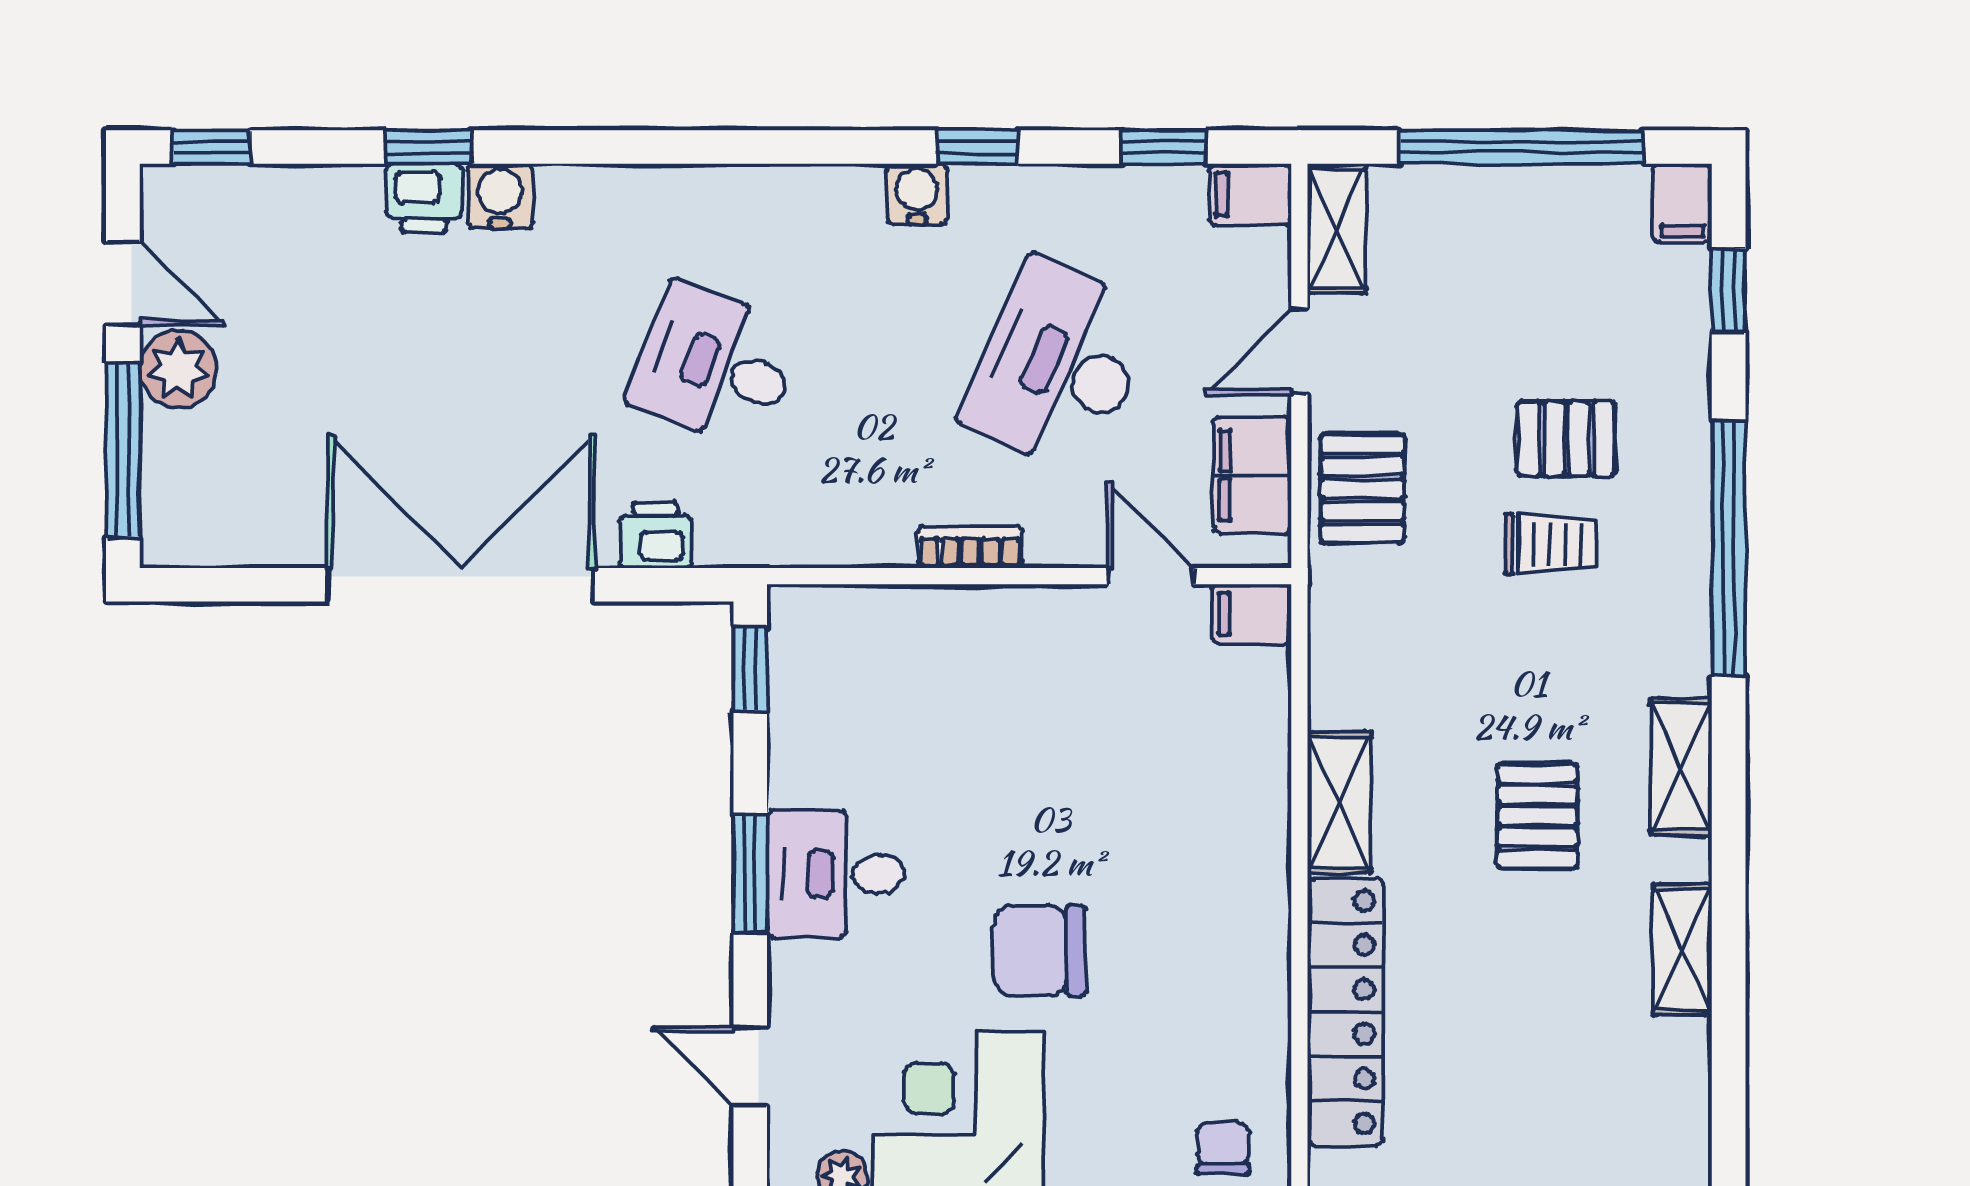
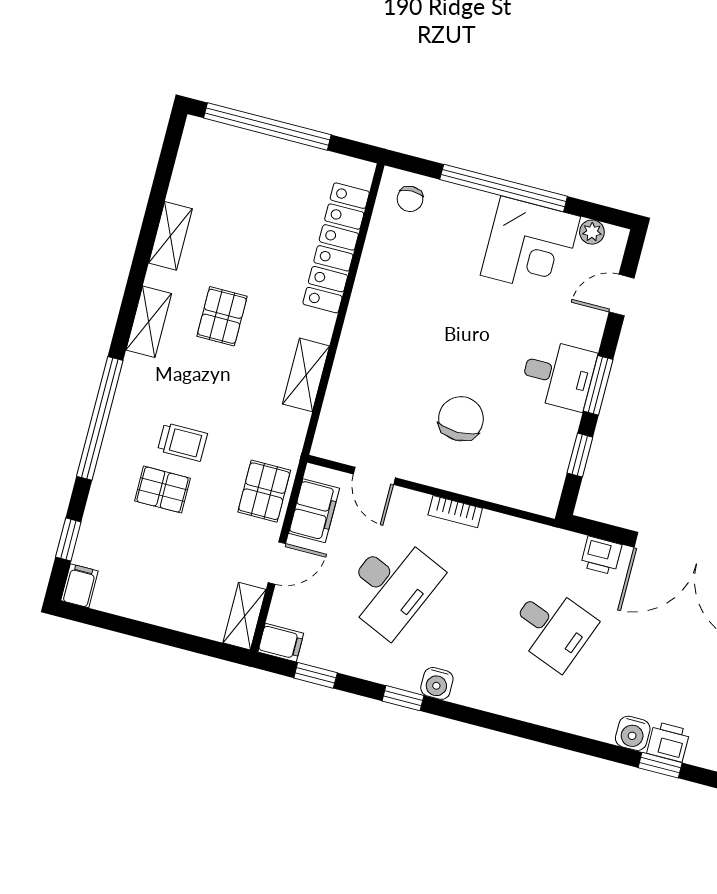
window: (1522, 147) -> (148, 632), removed
trolley: (1551, 544) -> (183, 442), turned 180
filing cabinet: (1252, 614) -> (331, 446), removed
window: (750, 669) -> (580, 455), moved
shelving: (1339, 802) -> (306, 375), moved
chair: (1039, 950) -> (461, 419), moved, turned -90
door: (750, 1066) -> (622, 295), swing flipped

